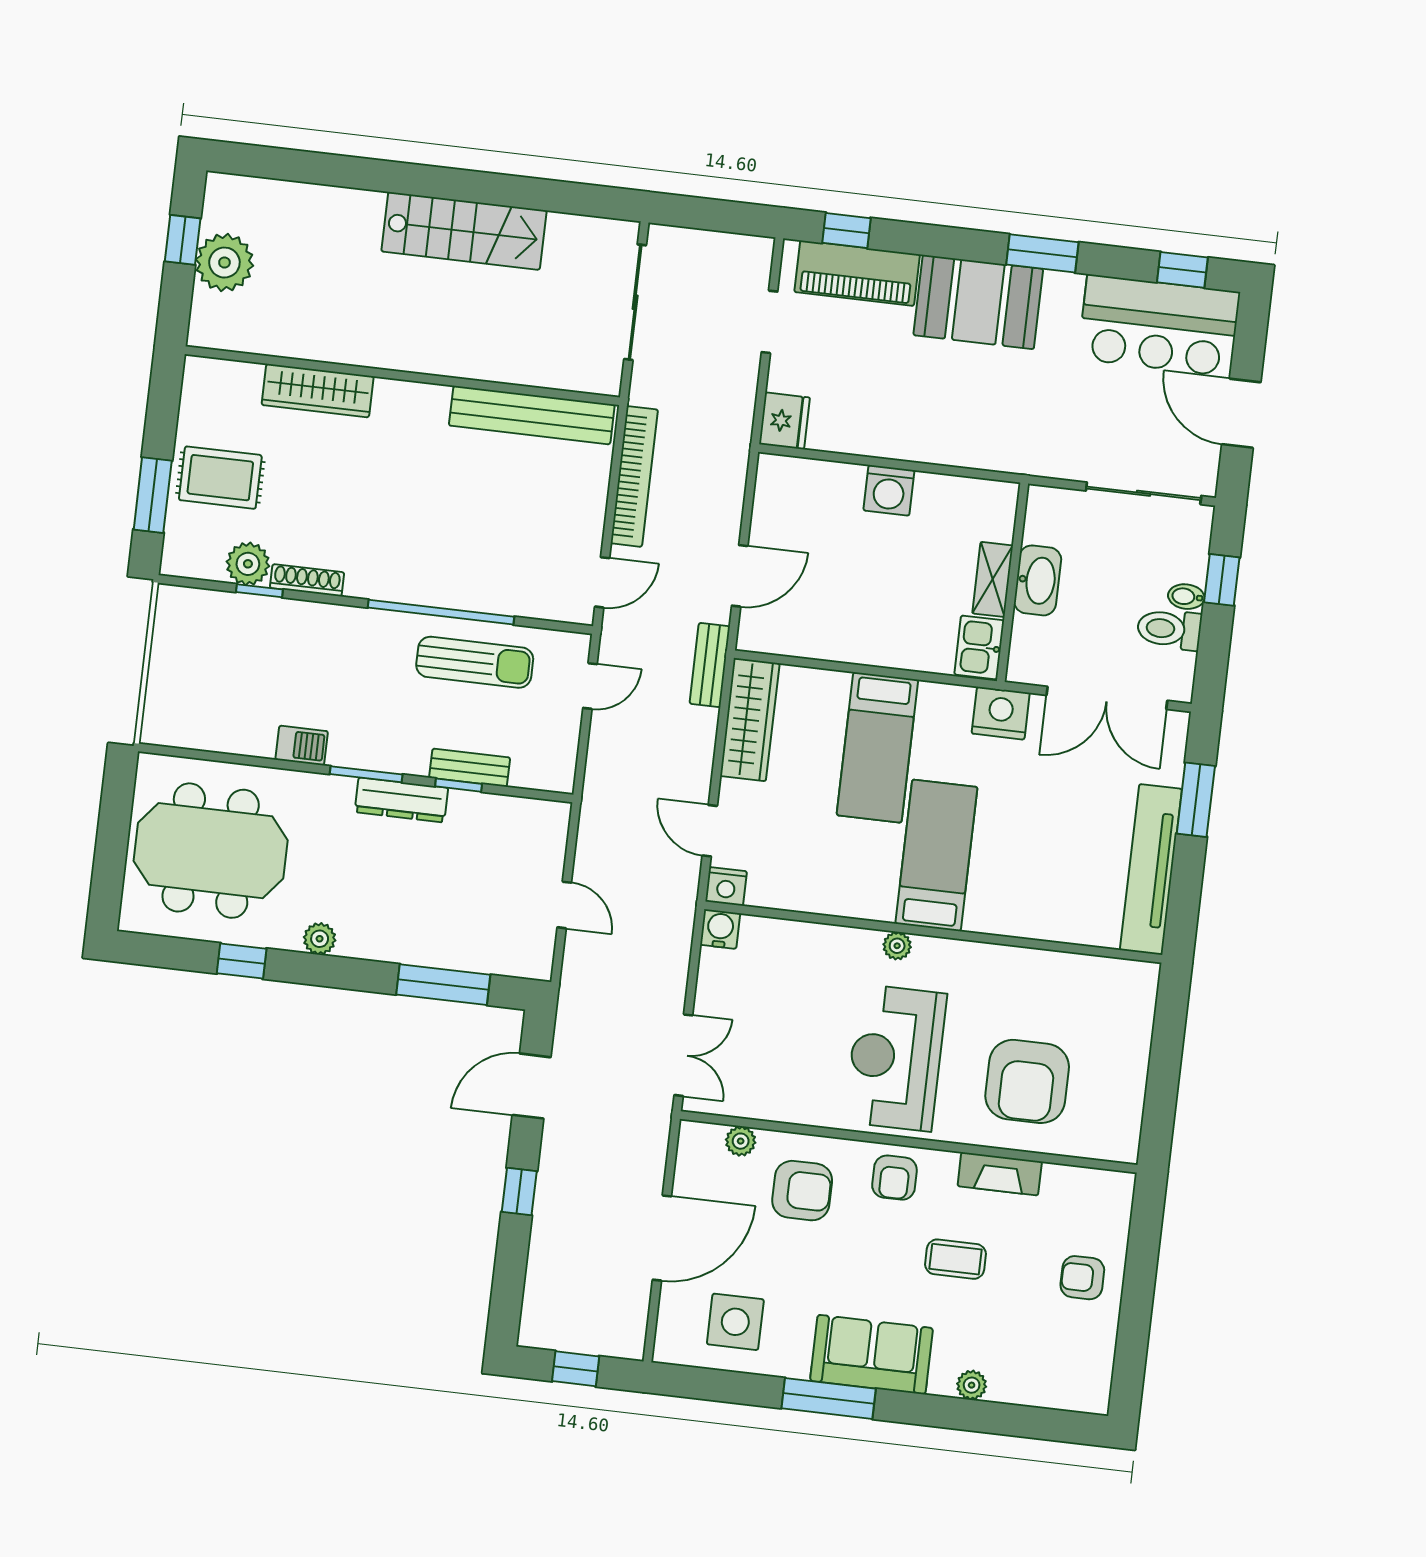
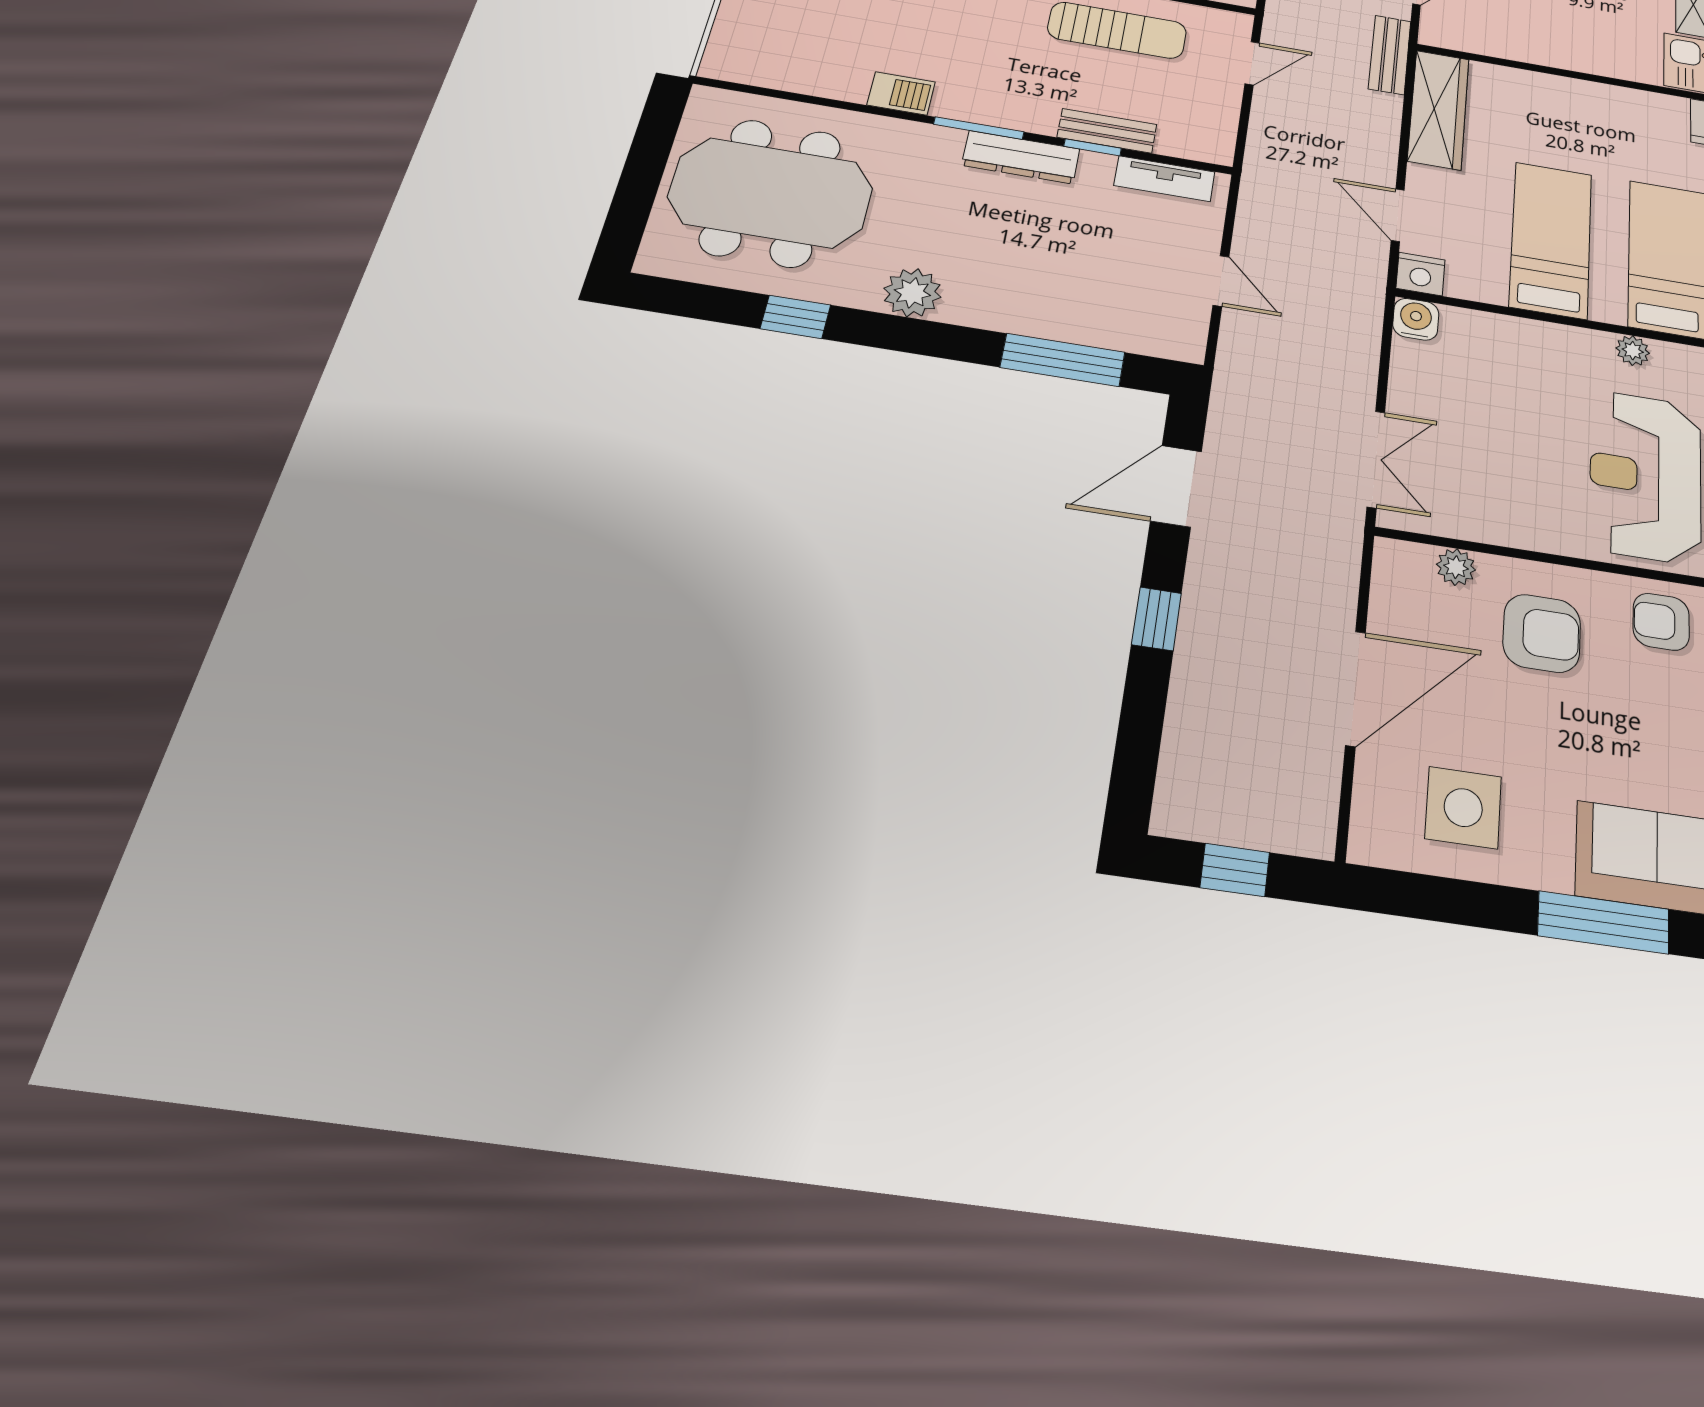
bed: (877, 747) -> (1551, 240), moved, turned 180
tv unit: (518, 811) -> (1164, 179), added
plant: (320, 939) -> (912, 293), width x1.38, depth x1.38
armchair: (894, 1178) -> (1661, 622), turned 90

